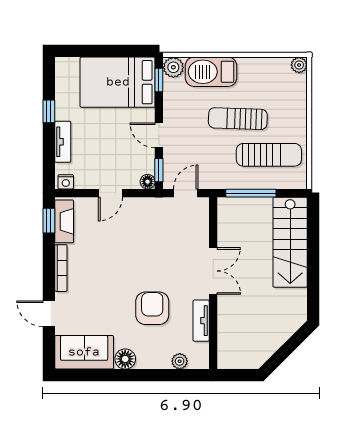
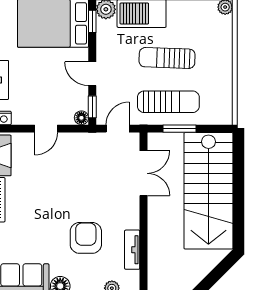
sun lounger: (269, 155) -> (168, 102), moved
window: (251, 193) -> (179, 129), width x0.69
stairs: (290, 242) -> (208, 191), width x1.36, depth x1.51
double door: (213, 271) -> (144, 173), moved

